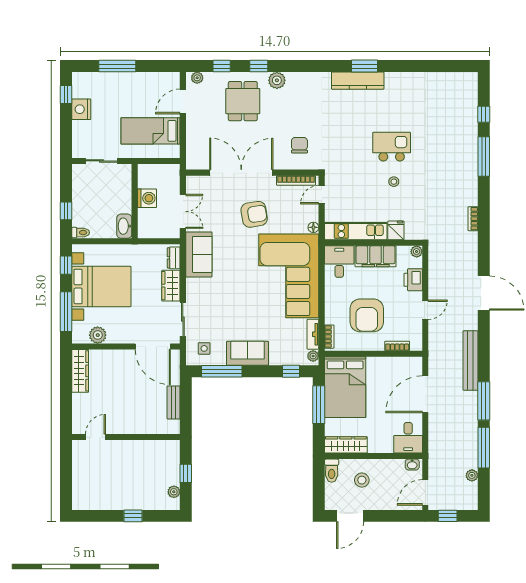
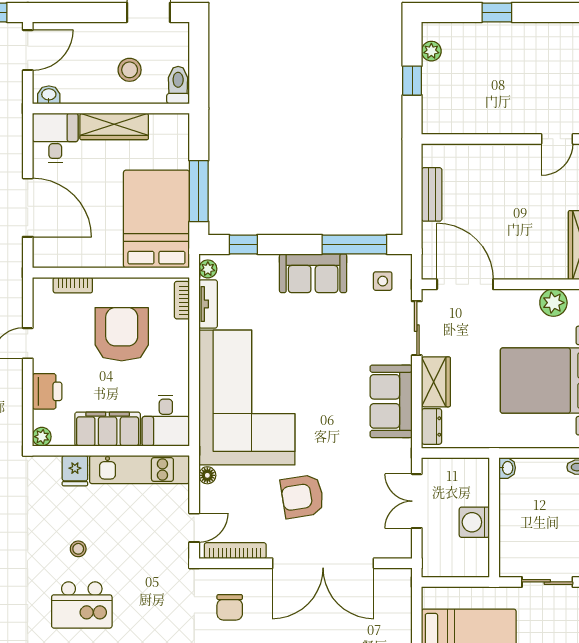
washbasin: (124, 226) -> (507, 468), width x0.52, depth x0.69
sofa: (199, 254) -> (391, 401), moved
door: (425, 394) -> (28, 208), hinge flipped
wardrobe: (346, 445) -> (114, 126), moved

